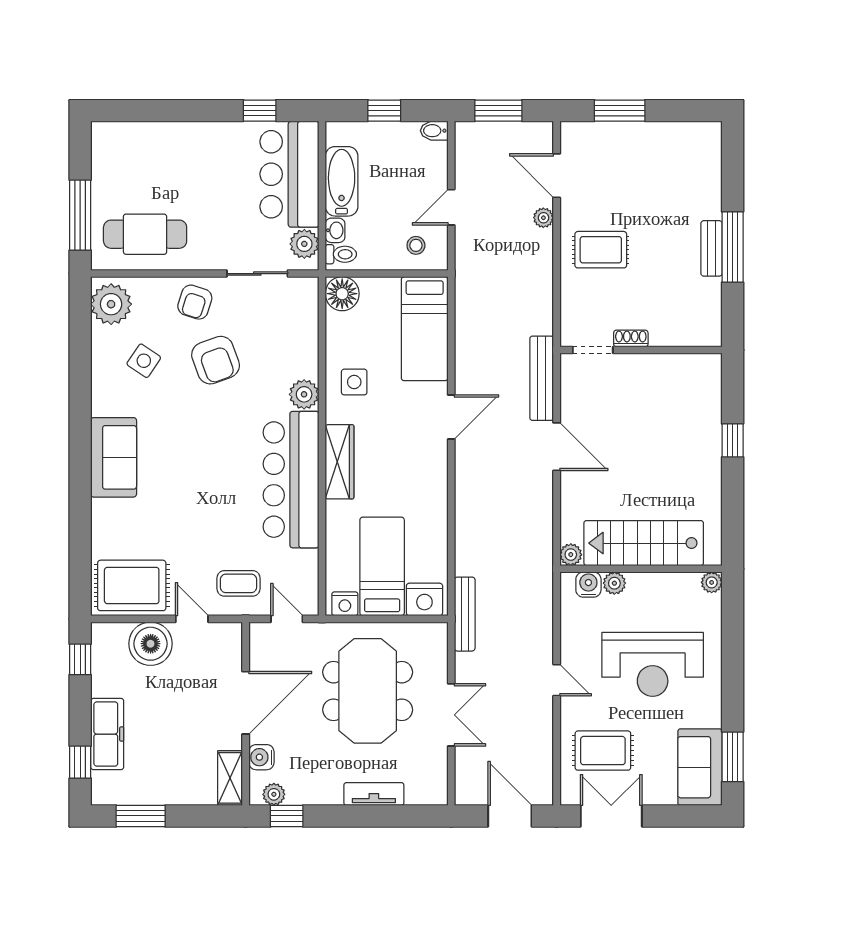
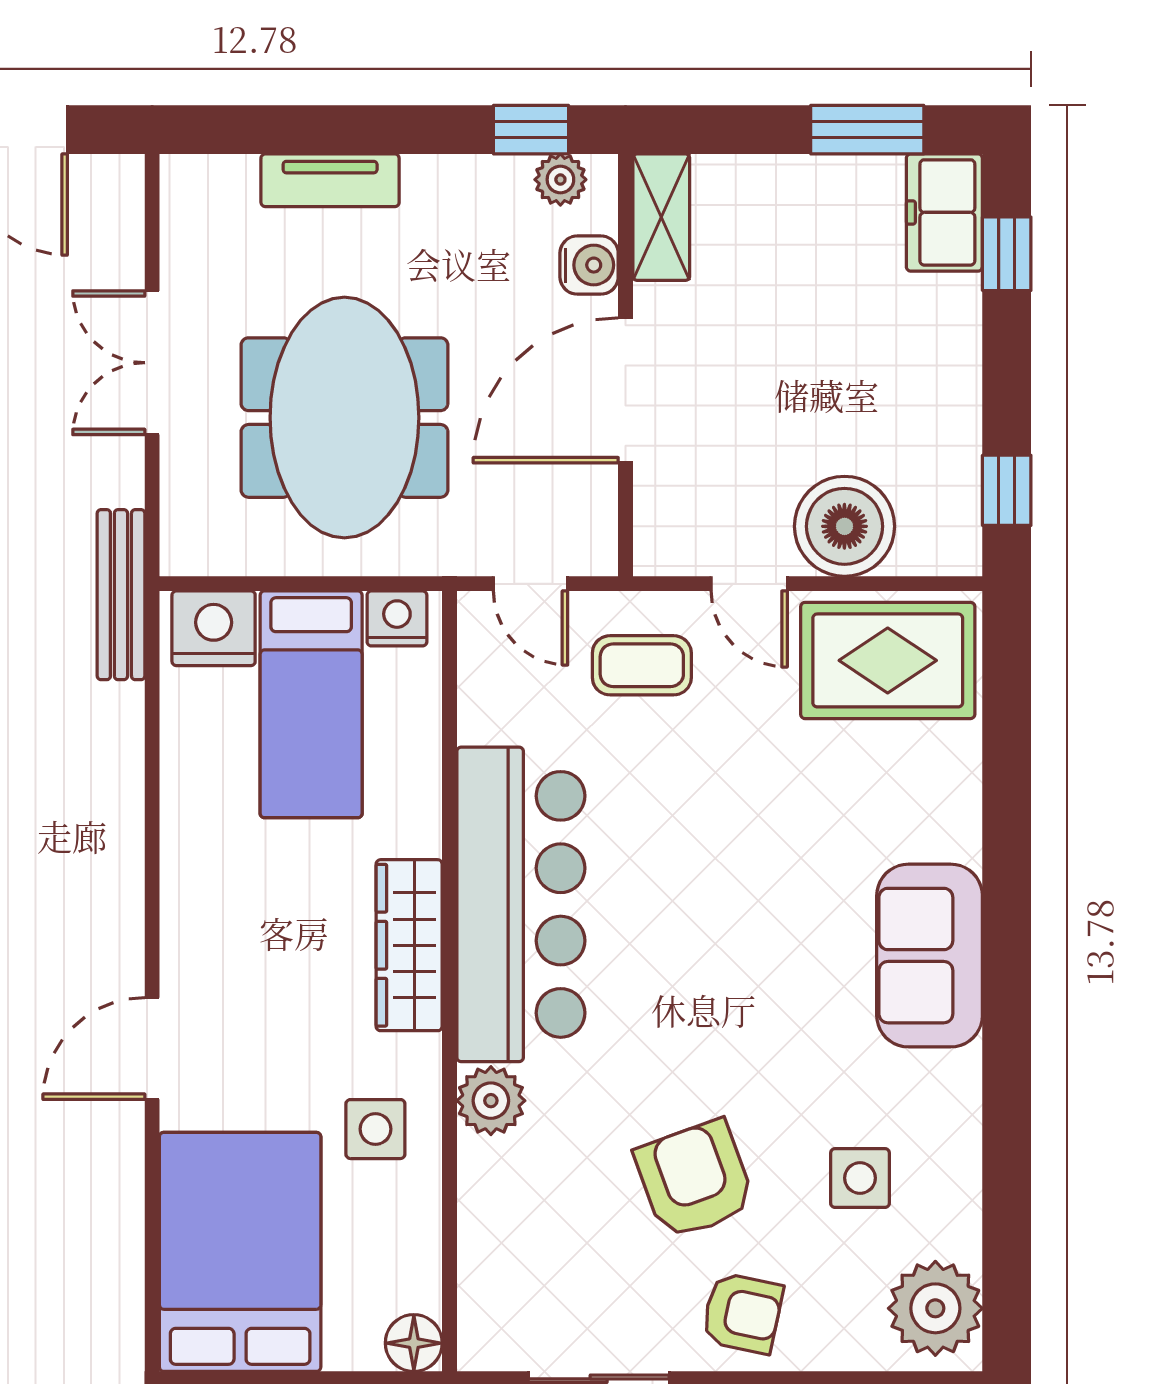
floor lamp: (342, 294) -> (414, 1343), width x0.73, depth x0.73
armchair: (195, 302) -> (742, 1313), turned 84
bed: (425, 329) -> (240, 1252), width x1.50
side table: (144, 361) -> (860, 1178), turned -34
freezer: (107, 734) -> (944, 212), moved, width x0.71

